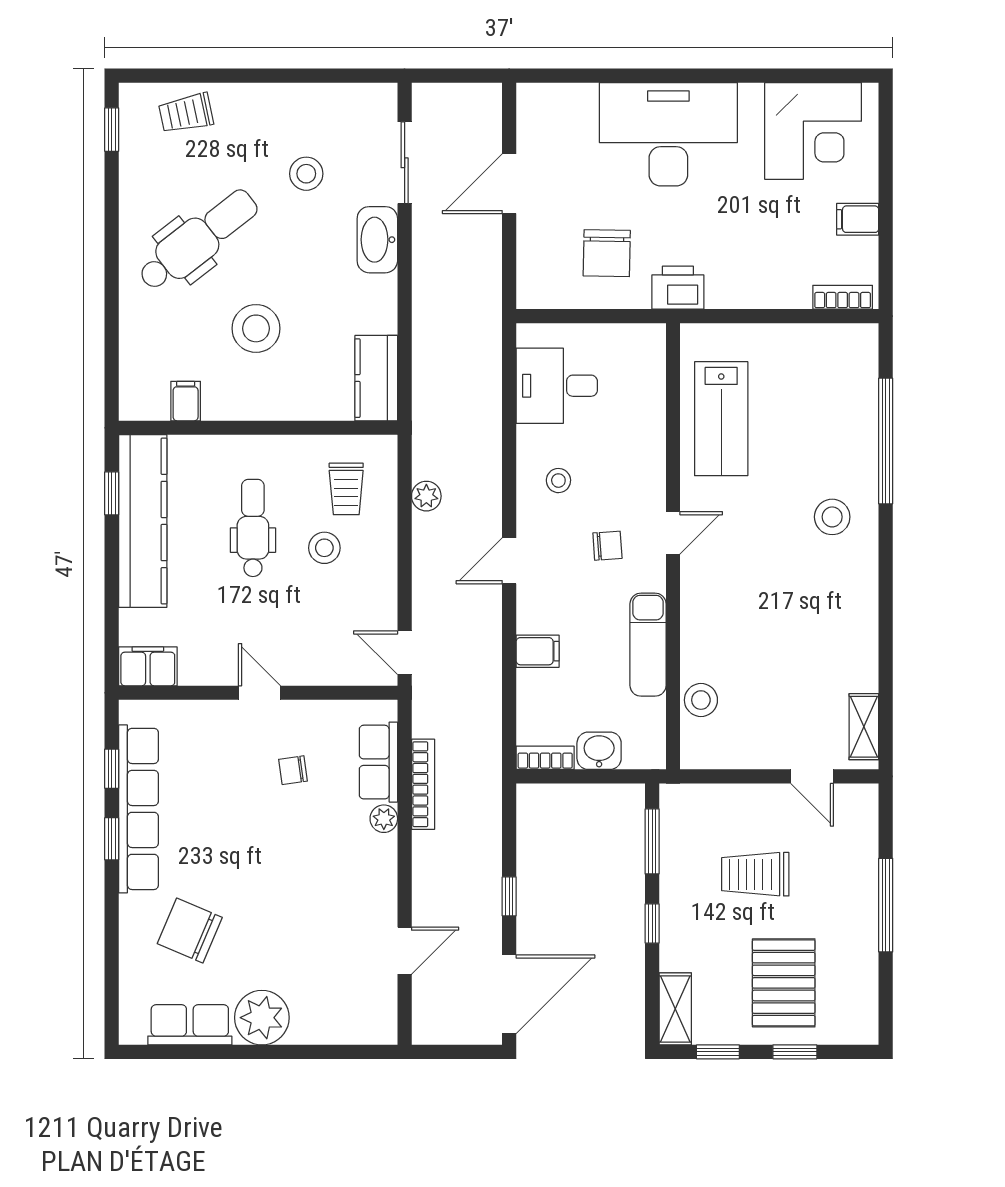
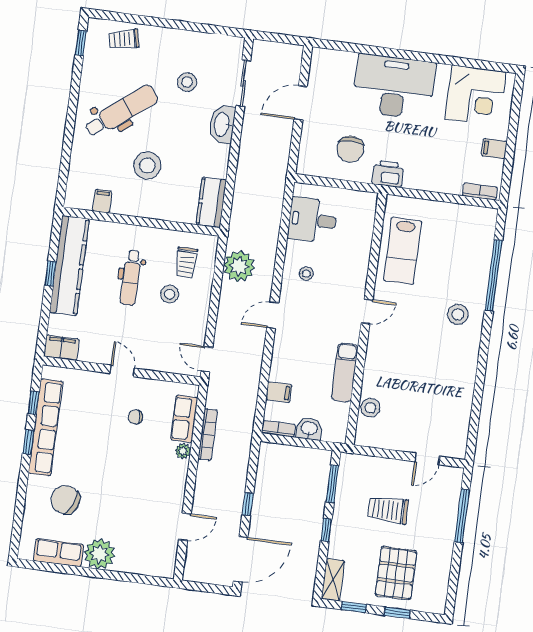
window: (112, 493) -> (50, 274), moved
plant: (426, 496) -> (239, 266), width x1.88, depth x1.88
dental chair: (253, 528) -> (131, 278), turned 180
chair: (607, 546) -> (329, 314), removed
filing cabinet: (538, 651) -> (279, 392), moved
shelving: (864, 727) -> (460, 435), removed
door: (812, 776) -> (427, 459), hinge flipped
window: (886, 905) -> (462, 516), moved

